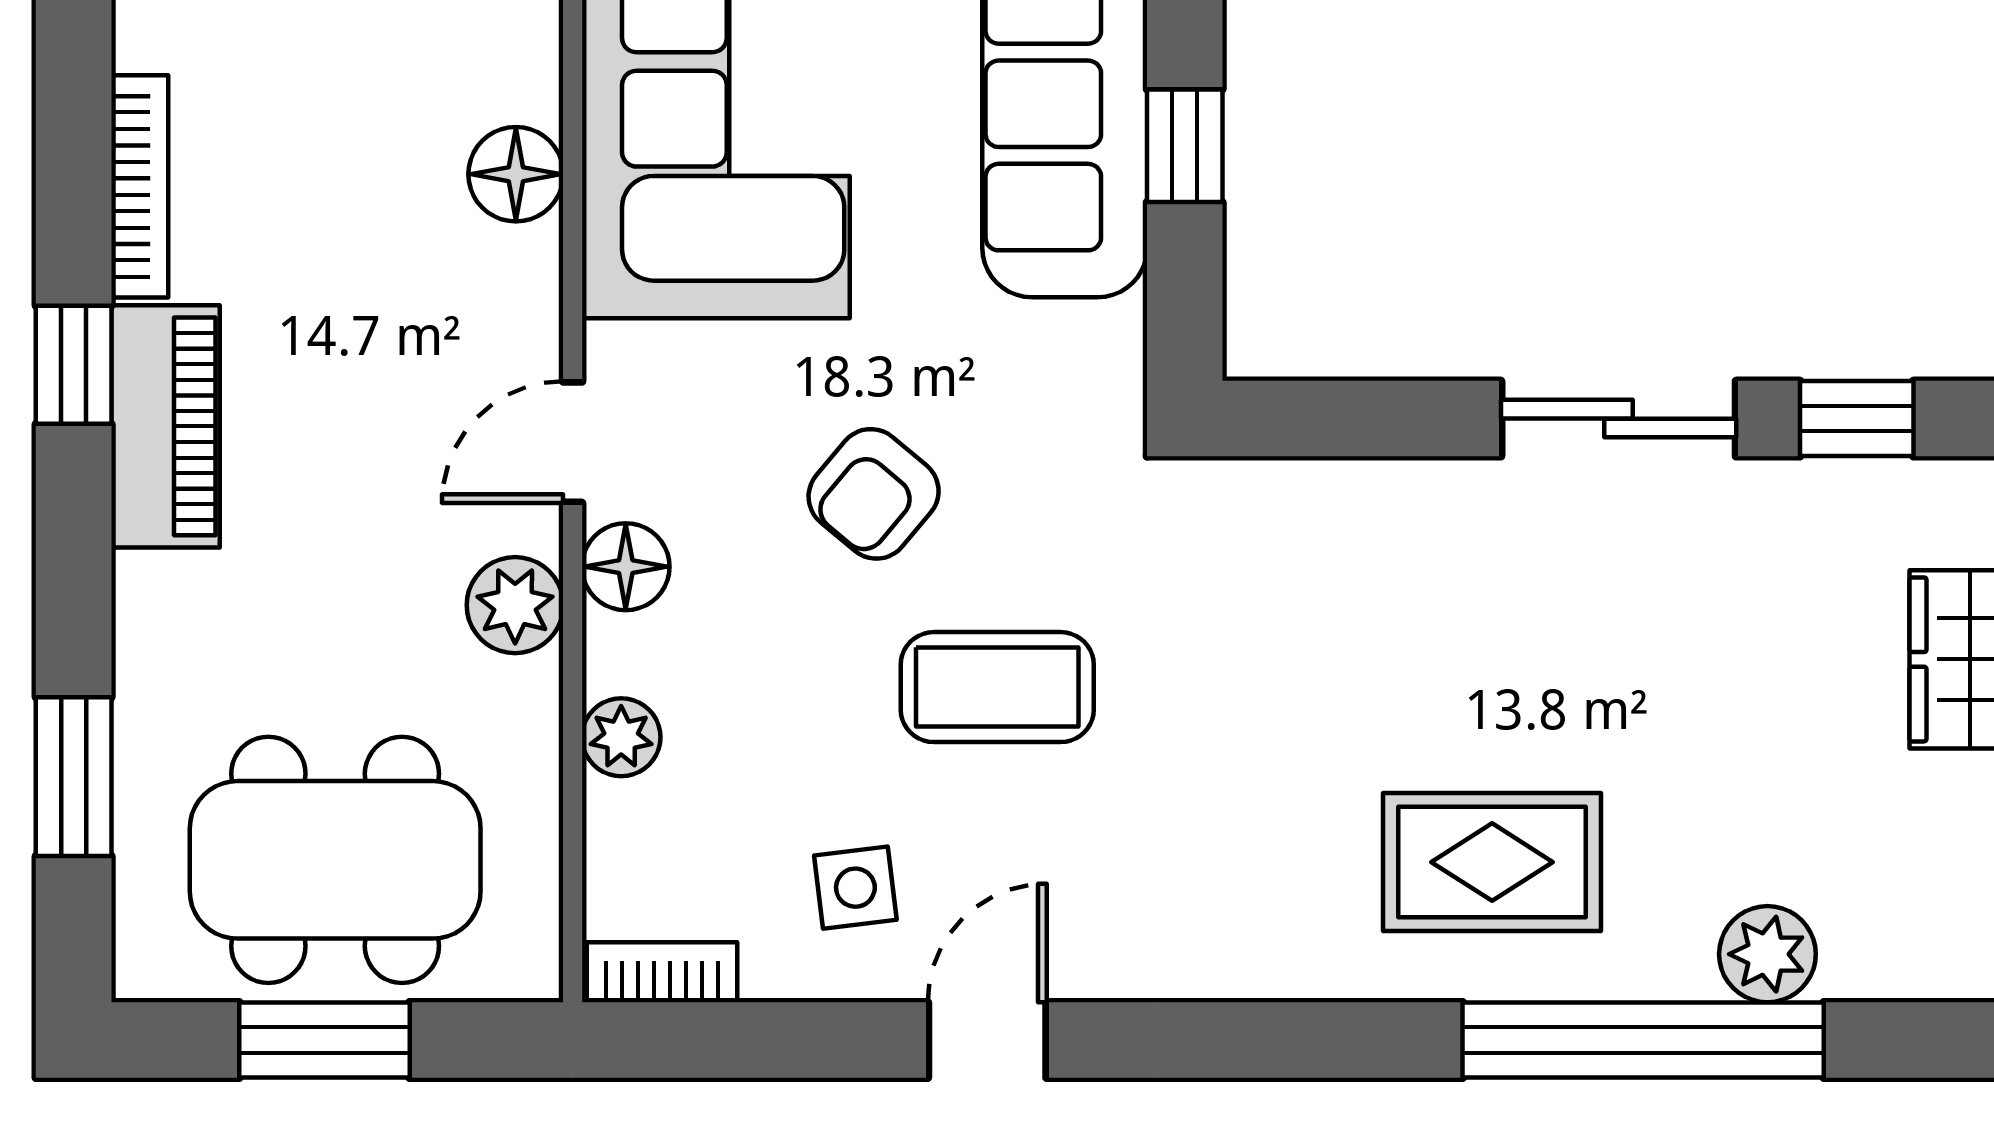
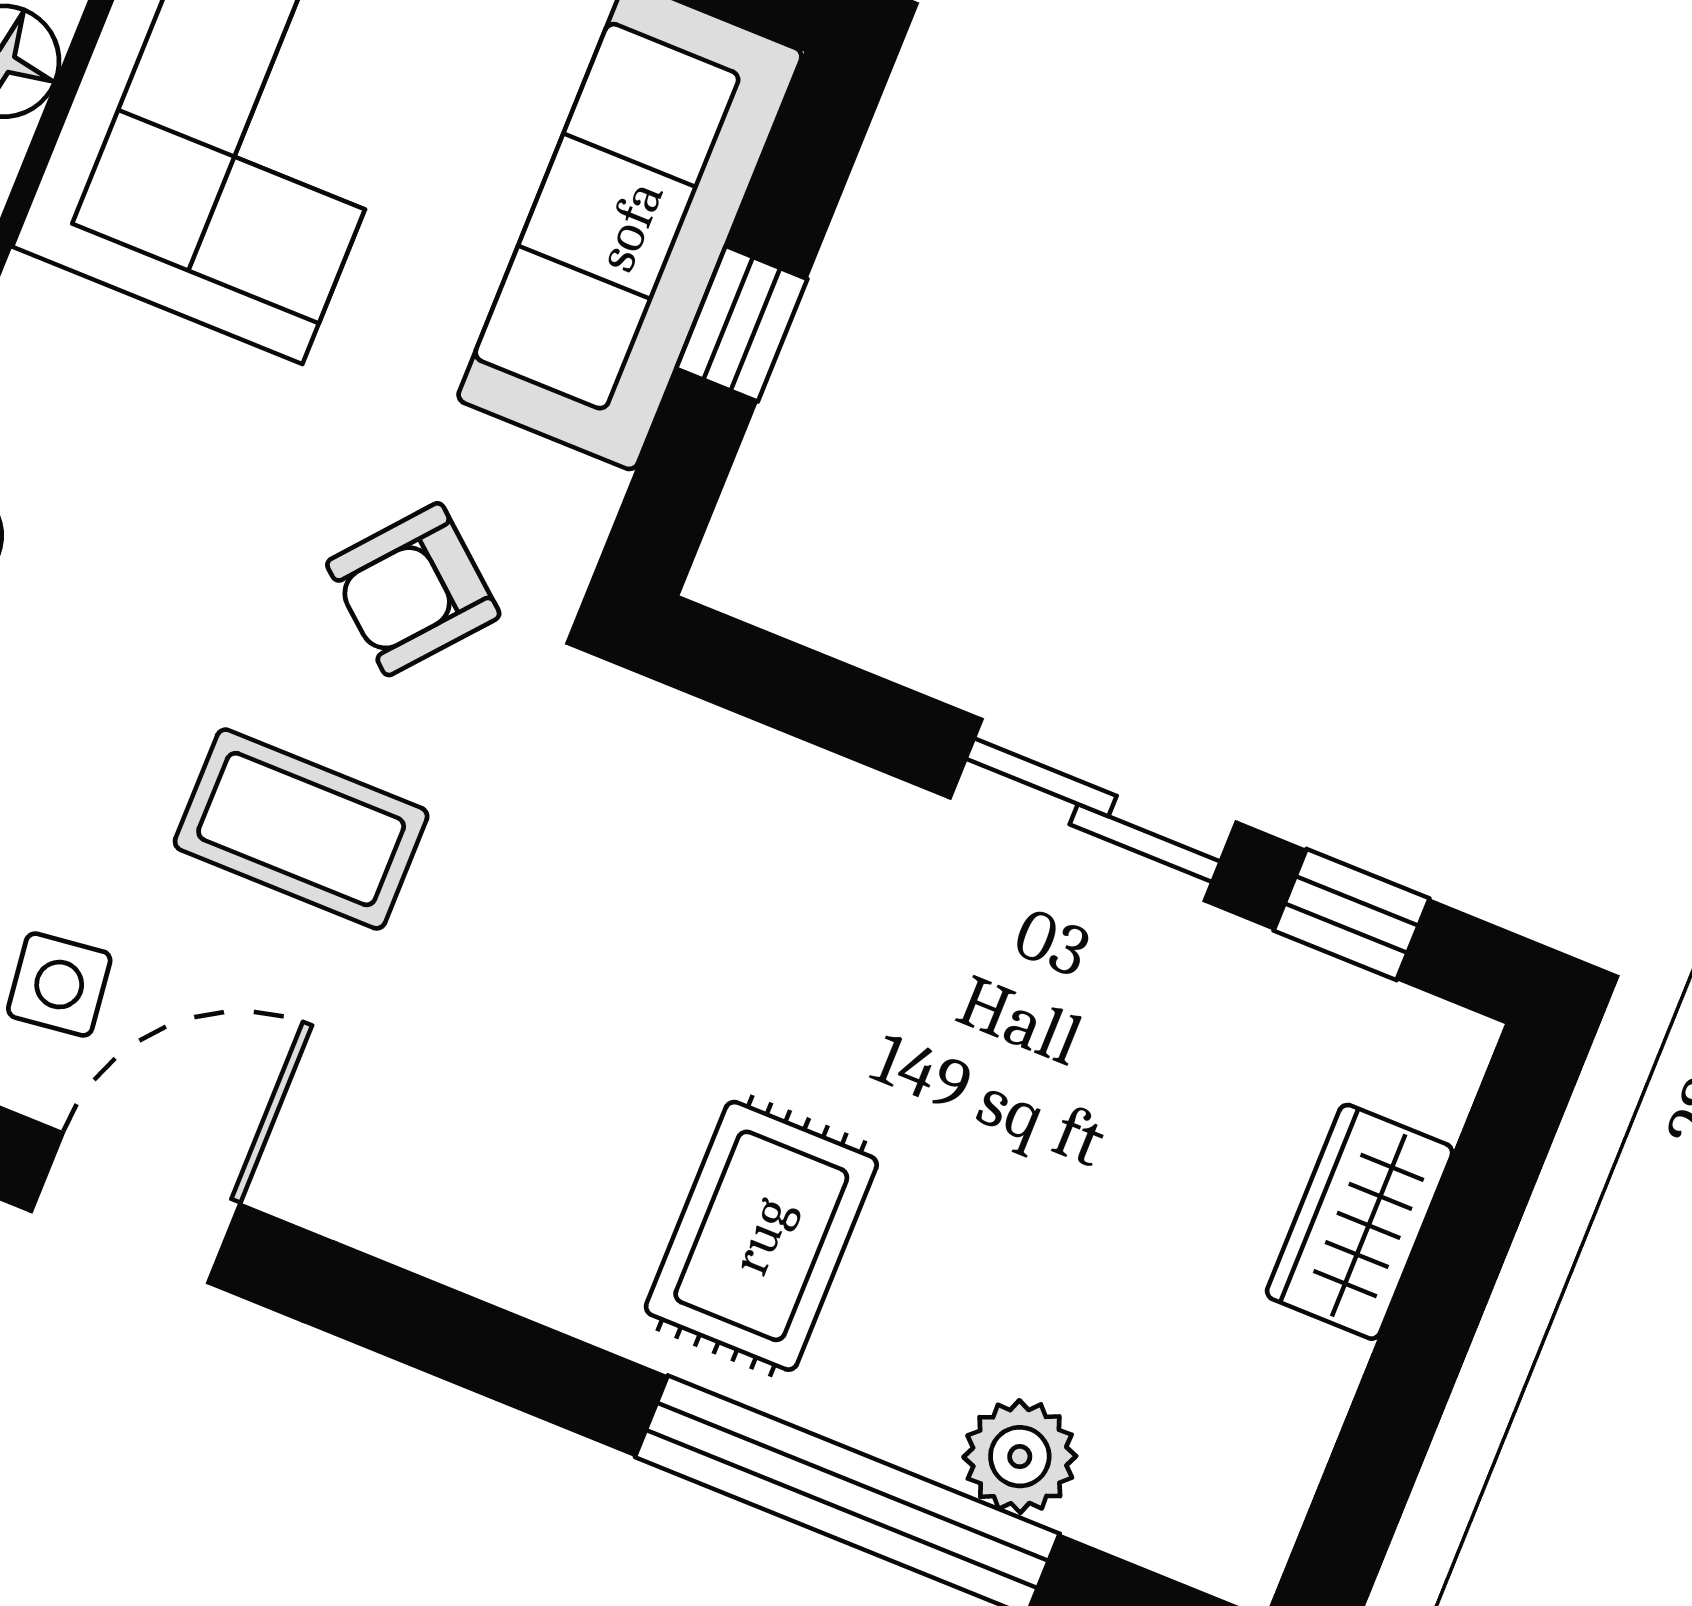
armchair: (874, 494) -> (413, 589), moved
rug: (1492, 862) -> (761, 1236), turned 90
door: (987, 1040) -> (135, 1208), width x1.38

